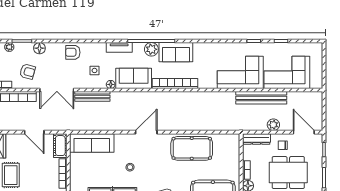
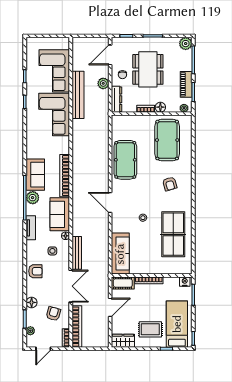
armchair: (73, 52) -> (35, 271), turned -90

